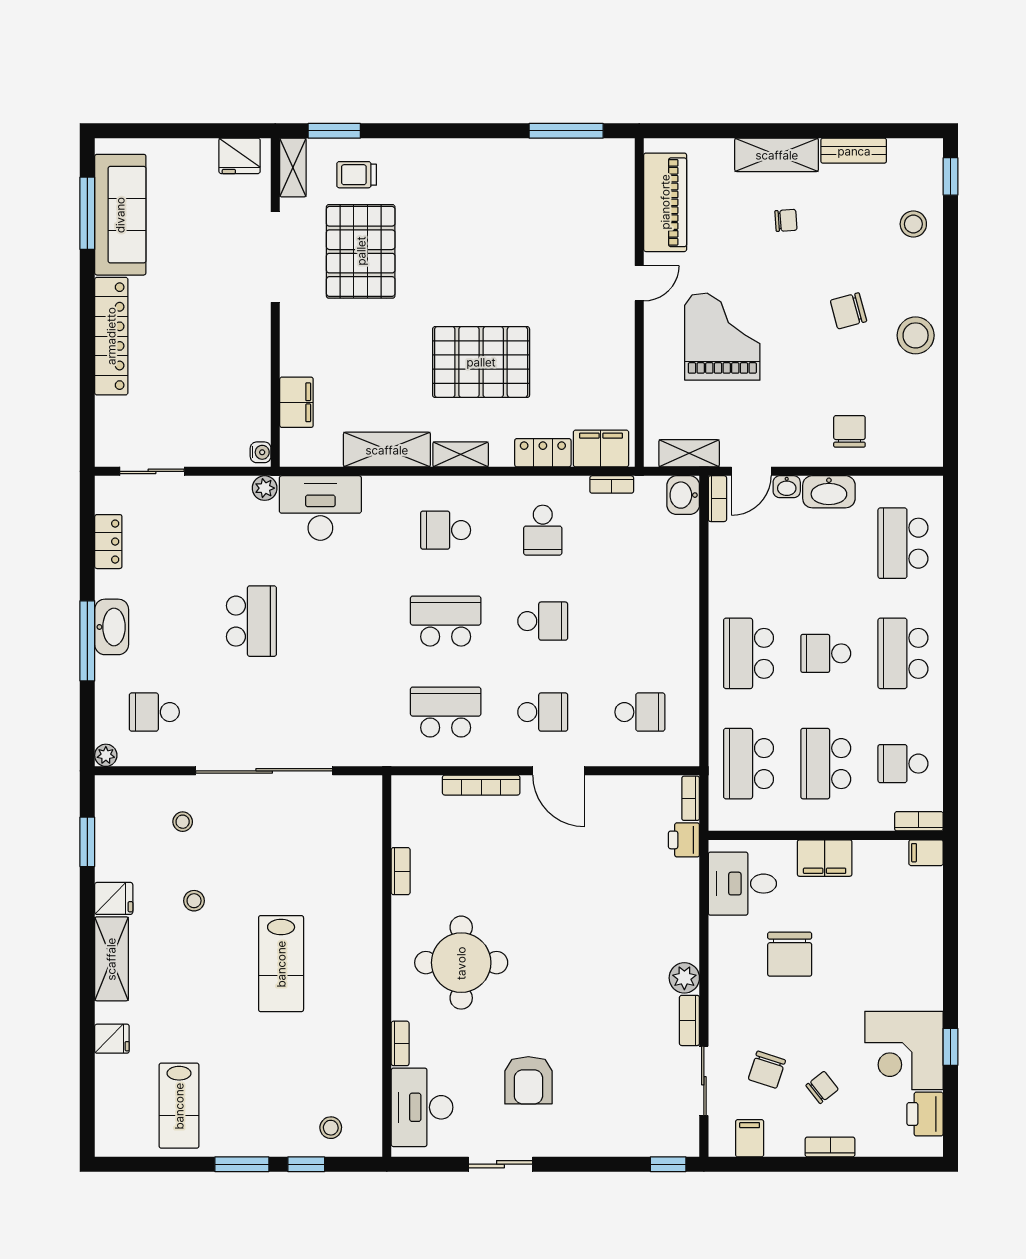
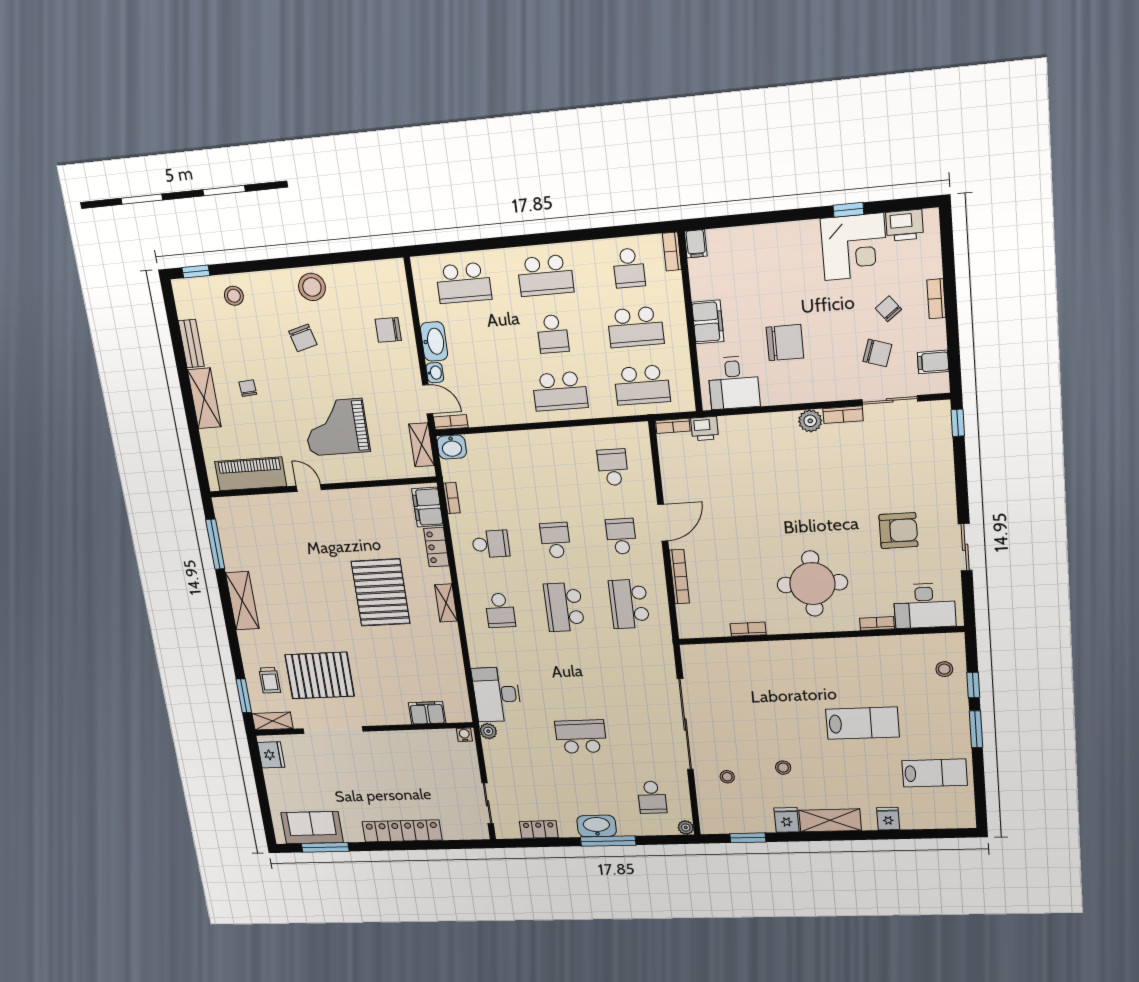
sofa: (120, 215) -> (312, 828), width x0.73
shelving: (387, 450) -> (242, 601), moved
lab bench: (281, 964) -> (862, 723), moved

